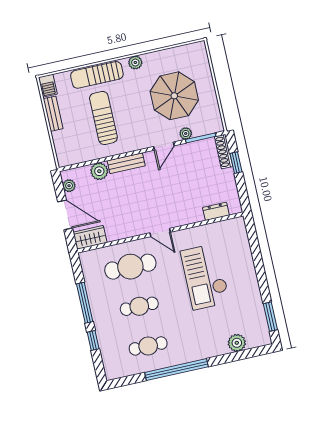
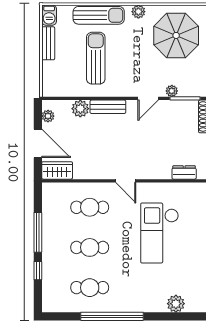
sun lounger: (97, 75) -> (99, 15), turned 180
parasol: (174, 96) -> (176, 35), moved
cafe table: (130, 267) -> (90, 207), width x0.73, depth x0.74

